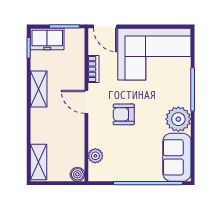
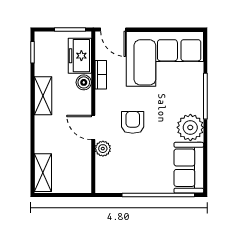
freezer: (47, 39) -> (80, 56), moved, turned 90
door: (86, 102) -> (93, 127), moved
armchair: (124, 114) -> (133, 122), turned 90
plant: (95, 156) -> (103, 149), moved
boiler: (77, 174) -> (84, 82), moved

